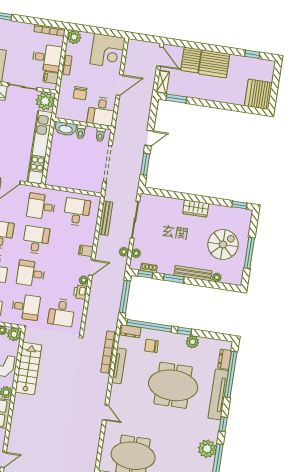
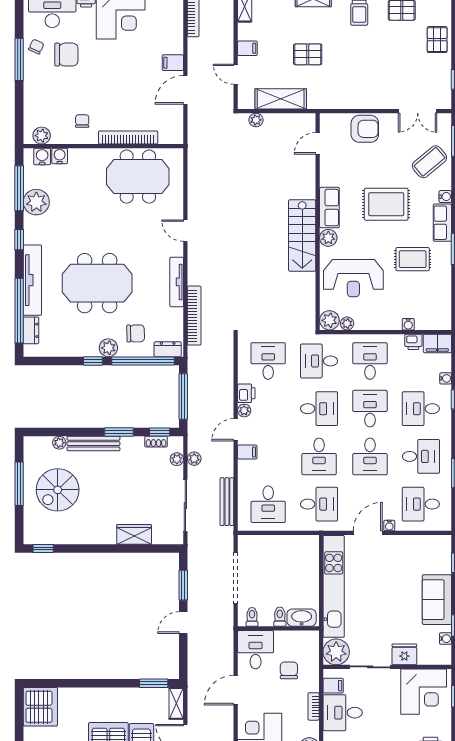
wardrobe: (196, 208) -> (134, 534), moved
plant: (192, 342) -> (108, 348), moved
tv unit: (119, 366) -> (177, 282), moved
stairs: (28, 369) -> (302, 235), moved

